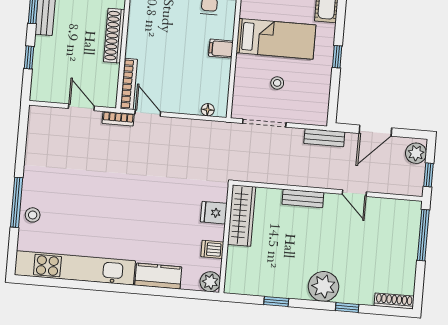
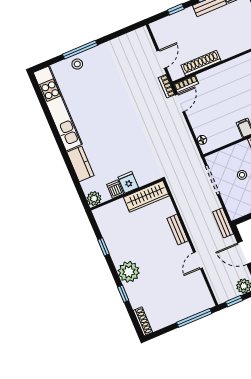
shoe rack: (114, 36) -> (201, 63), moved
bookcase: (129, 84) -> (186, 84), width x0.64
fridge: (214, 213) -> (128, 182), moved

